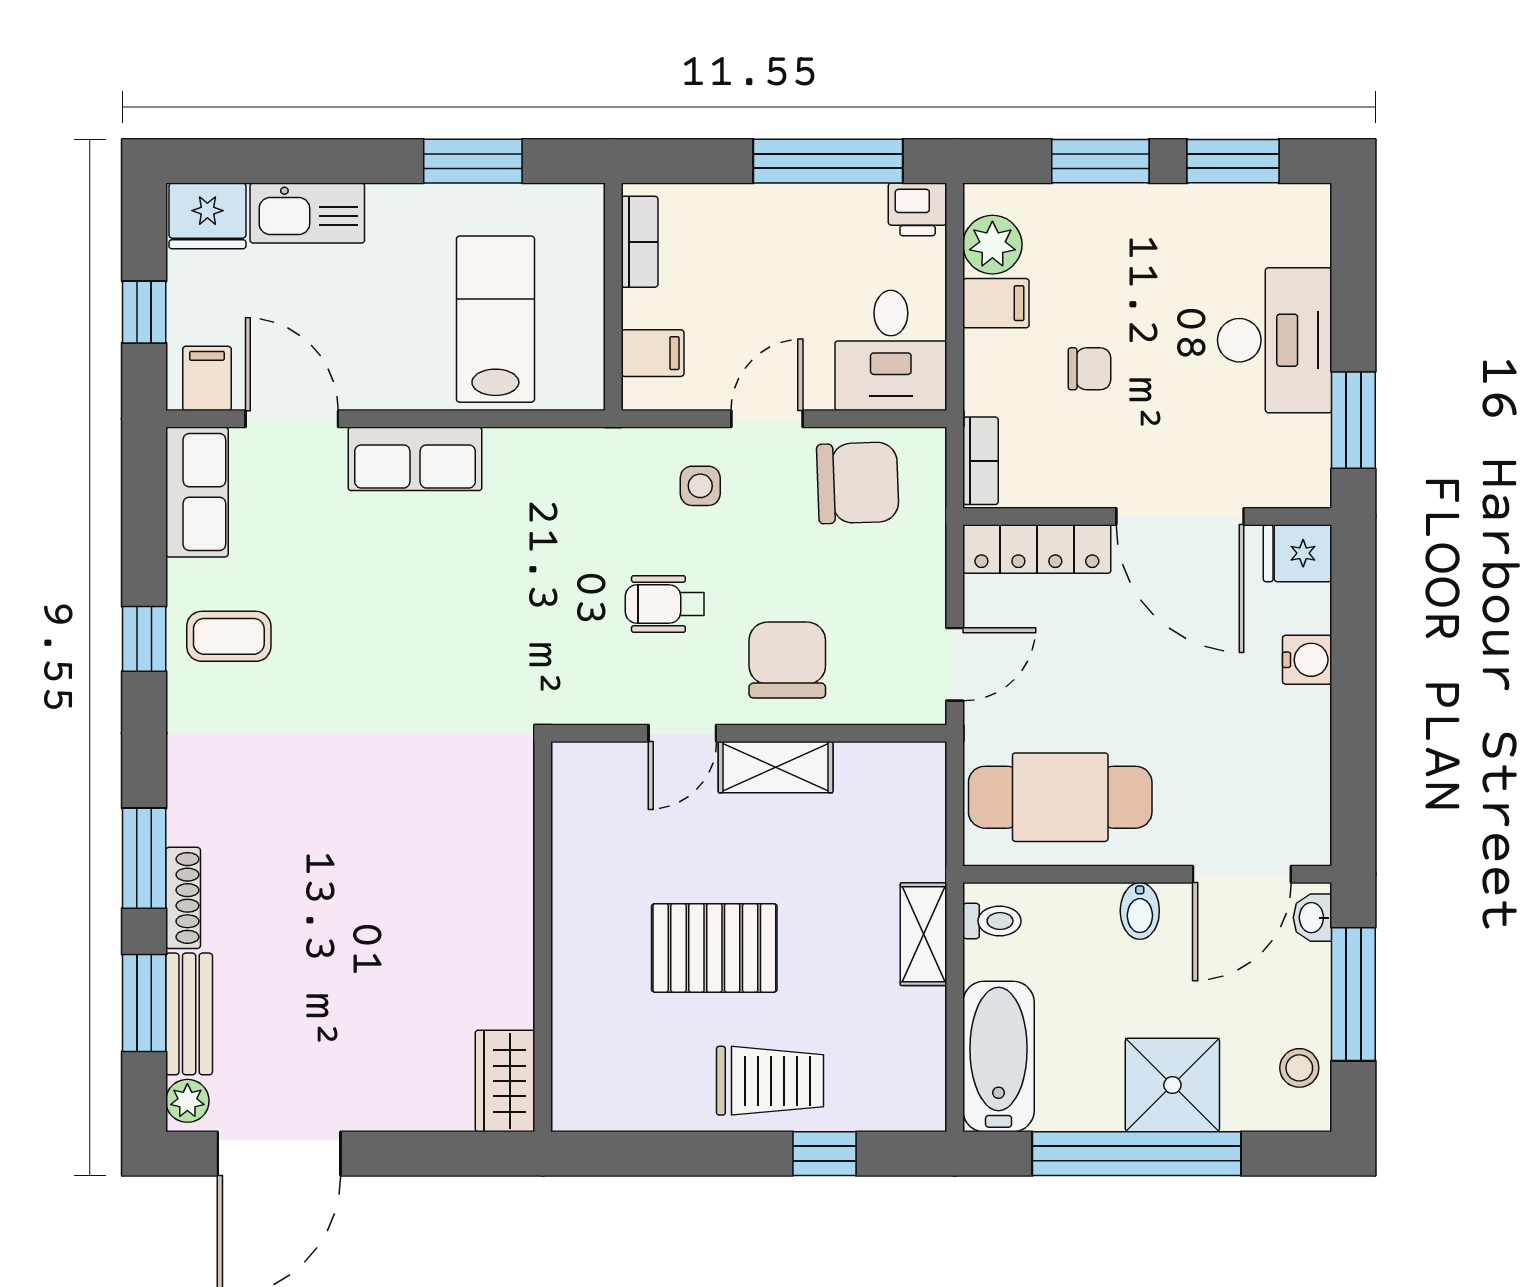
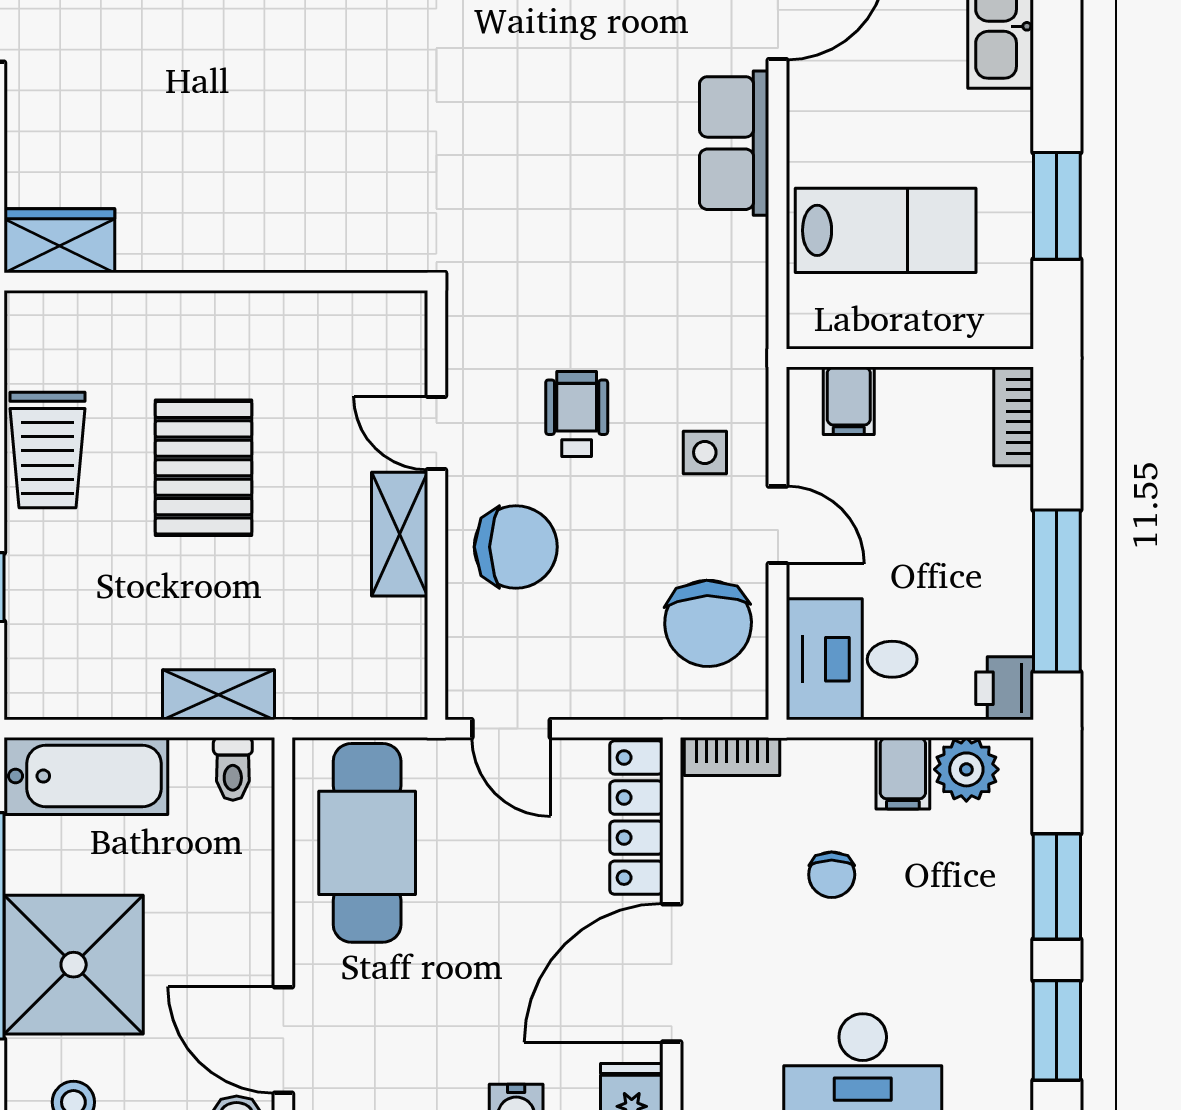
bookcase: (640, 242) -> (1014, 416), moved, turned 90
bidet: (1140, 911) -> (244, 929), removed
trolley: (770, 1081) -> (48, 450), moved
shower: (1172, 1085) -> (74, 965), width x1.37, depth x1.37

